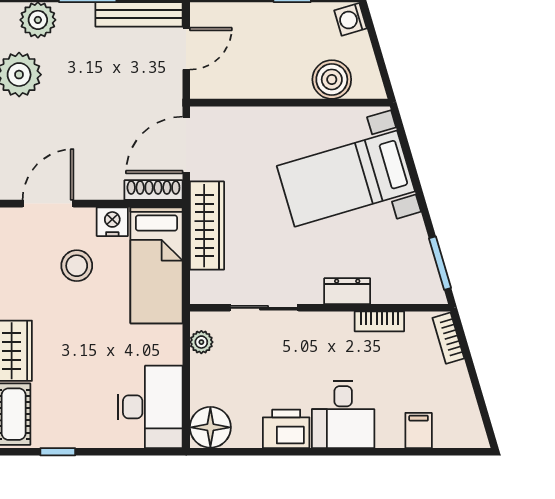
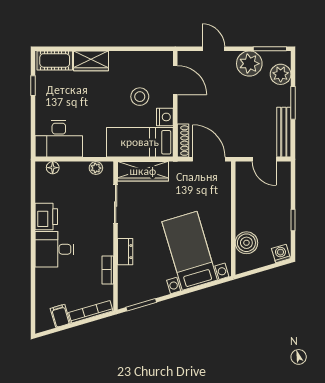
wardrobe: (207, 226) -> (143, 171), moved
bookcase: (448, 338) -> (91, 312), width x1.56
floor lamp: (210, 427) -> (53, 168), width x0.53, depth x0.53
filing cabinet: (419, 430) -> (60, 316), moved, turned -106

